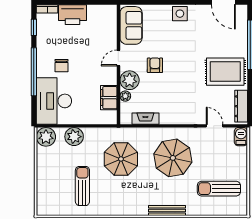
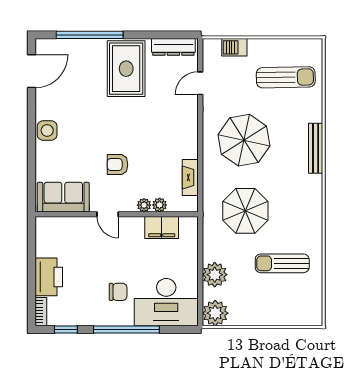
plant: (130, 80) -> (144, 205), width x0.53, depth x0.53
barbecue: (241, 137) -> (234, 47), moved
sun lounger: (219, 189) -> (286, 77), turned -91

